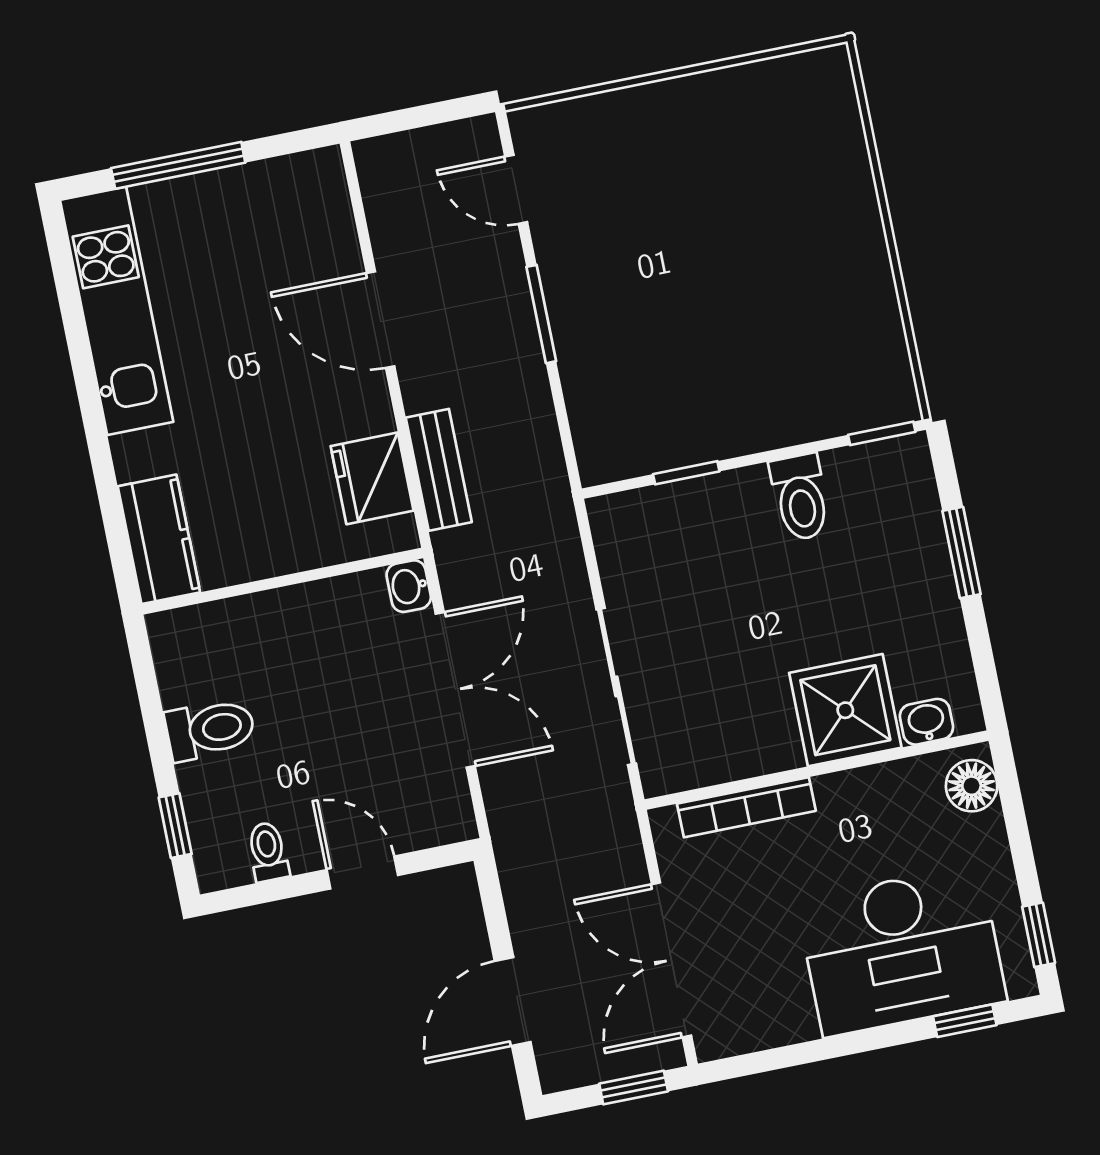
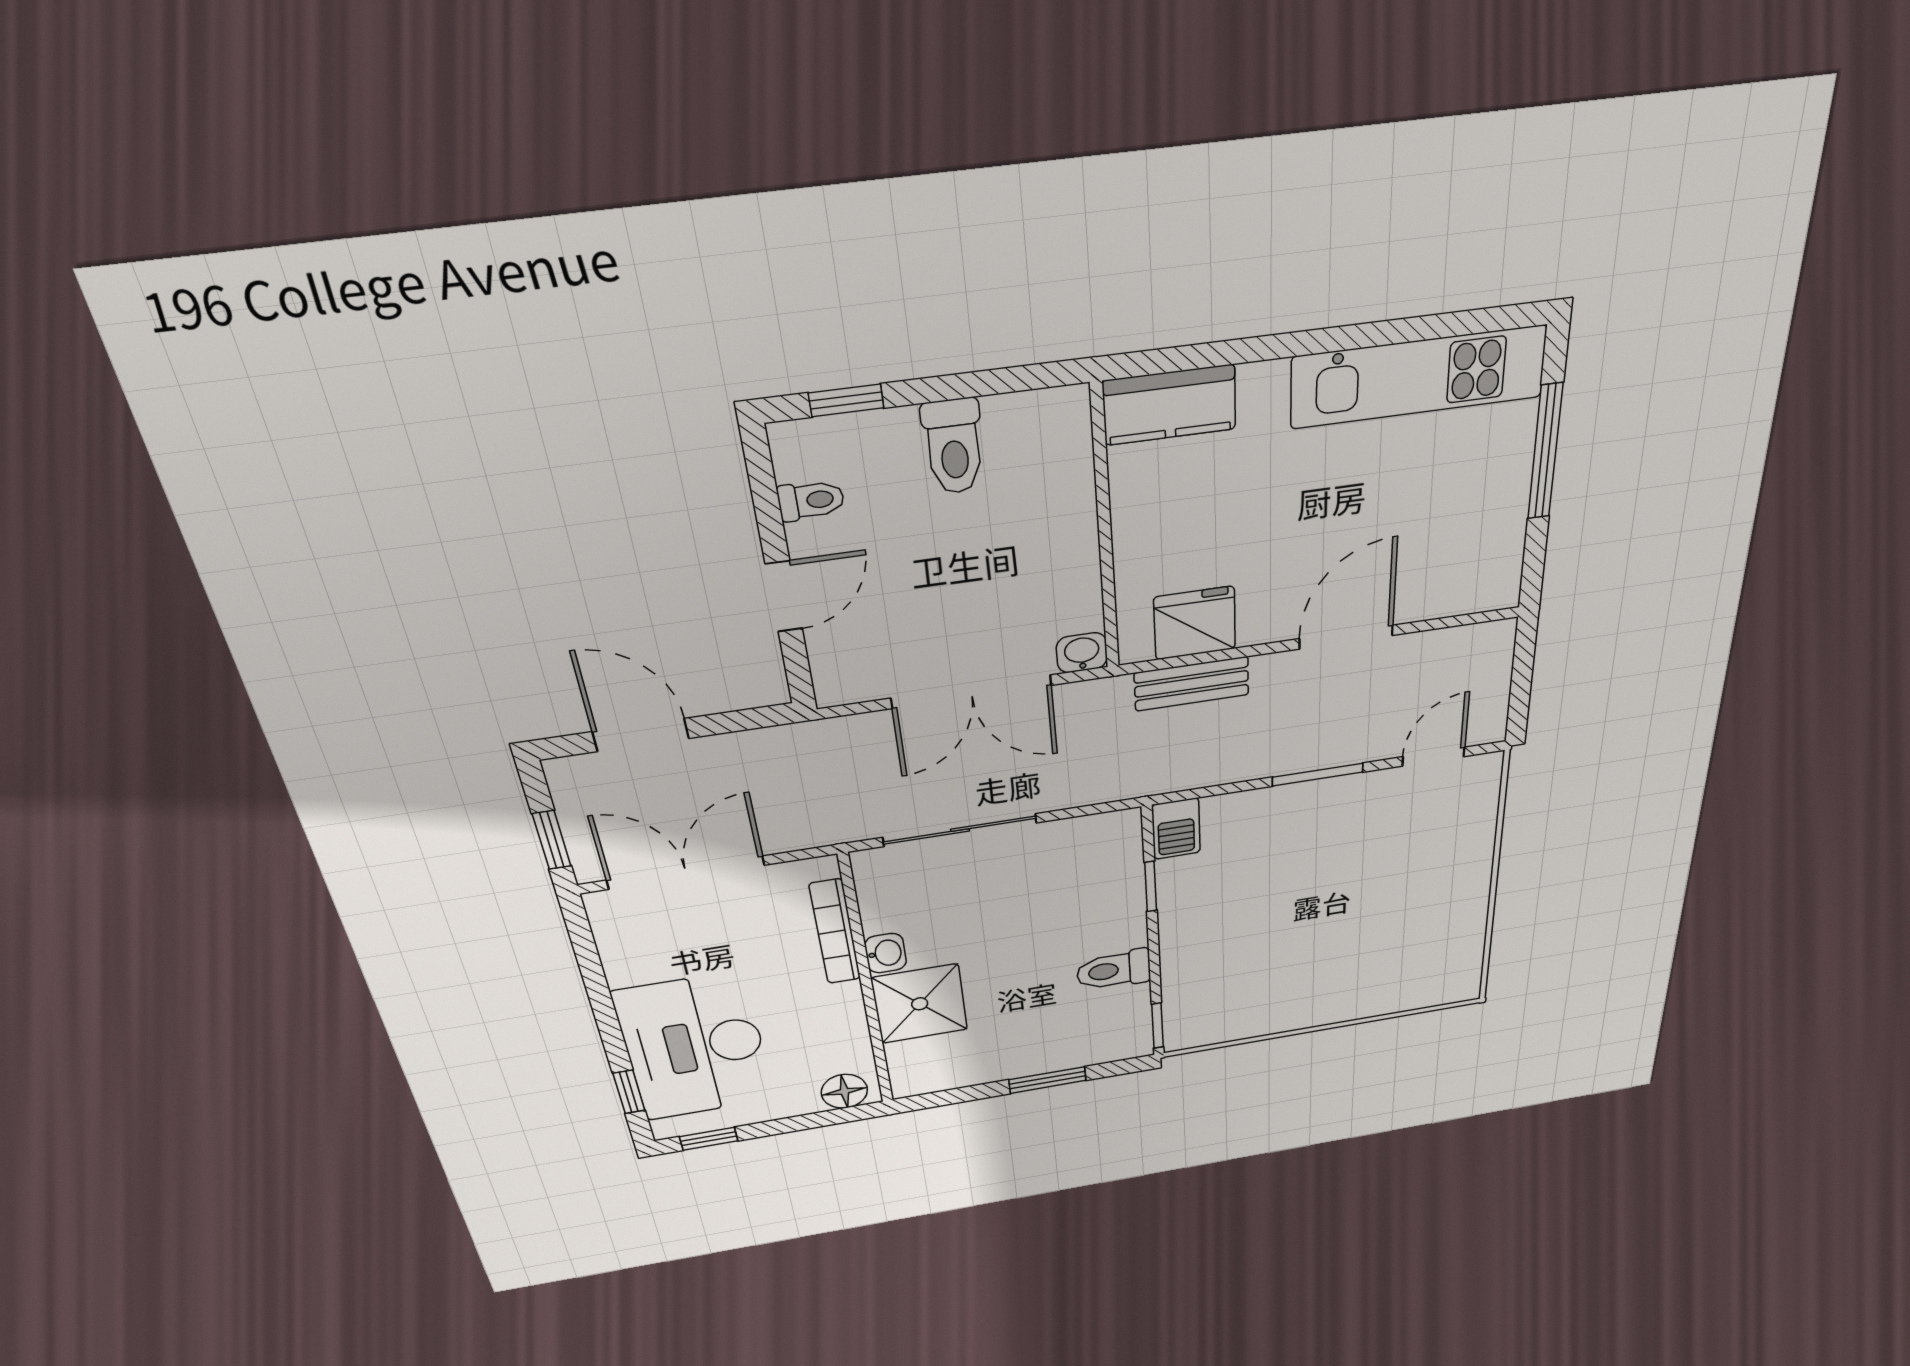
barbecue: (611, 457) -> (1176, 829), added
washbasin: (926, 722) -> (885, 953), moved

